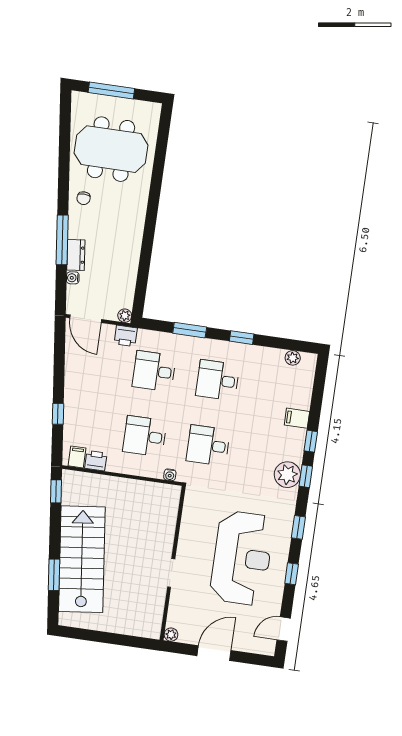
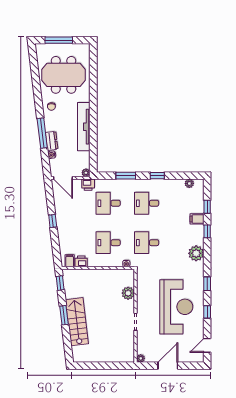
tv unit: (132, 239) -> (84, 127), added
window: (58, 414) -> (53, 221), moved
window: (306, 476) -> (207, 207), moved
plant: (166, 524) -> (128, 293), added
stairs: (82, 559) -> (77, 322), width x0.73, depth x0.66
window: (54, 575) -> (64, 315), moved

